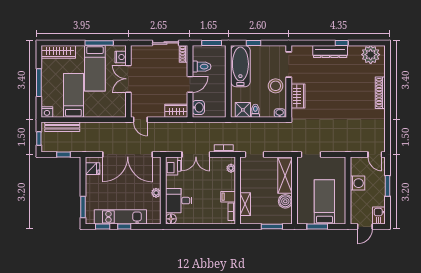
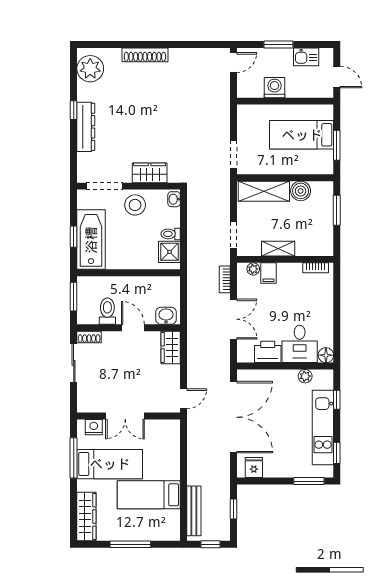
bathtub: (240, 66) -> (91, 240), moved, turned 90
nightstand: (47, 112) -> (173, 533), removed
printer: (173, 166) -> (268, 352), moved
plant: (156, 193) -> (305, 376), moved
filing cabinet: (228, 197) -> (268, 273), moved
shelving: (245, 204) -> (278, 249), moved
kitchen sink: (379, 216) -> (306, 57), moved
window: (124, 227) -> (337, 400), moved

